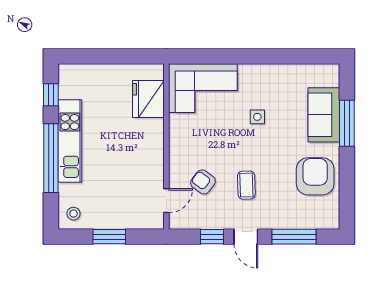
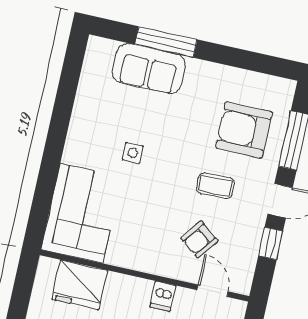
dishwasher: (154, 164) -> (163, 296), added
armchair: (315, 176) -> (244, 130), moved

